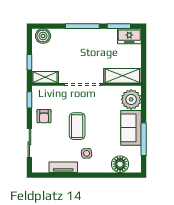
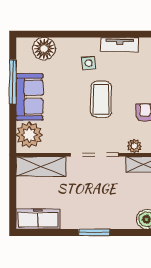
window: (82, 26) -> (94, 232), width x0.69
window: (119, 26) -> (45, 232), removed
freezer: (129, 36) -> (38, 219), width x1.40
plant: (52, 91) -> (134, 146), added

